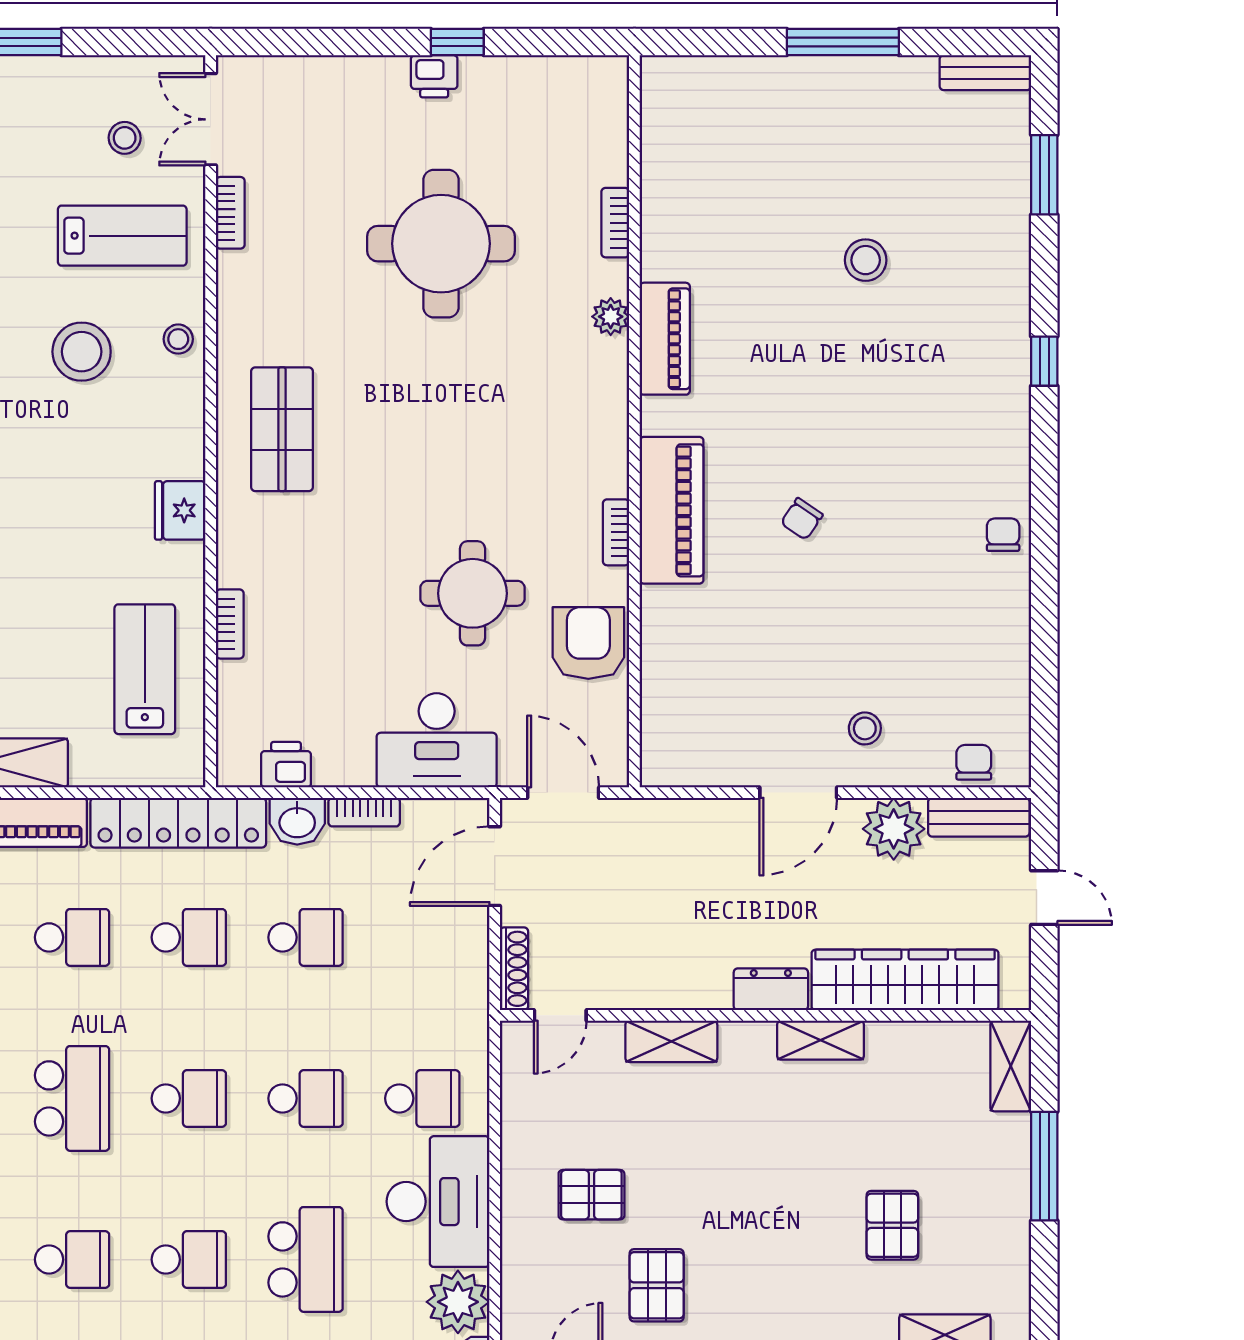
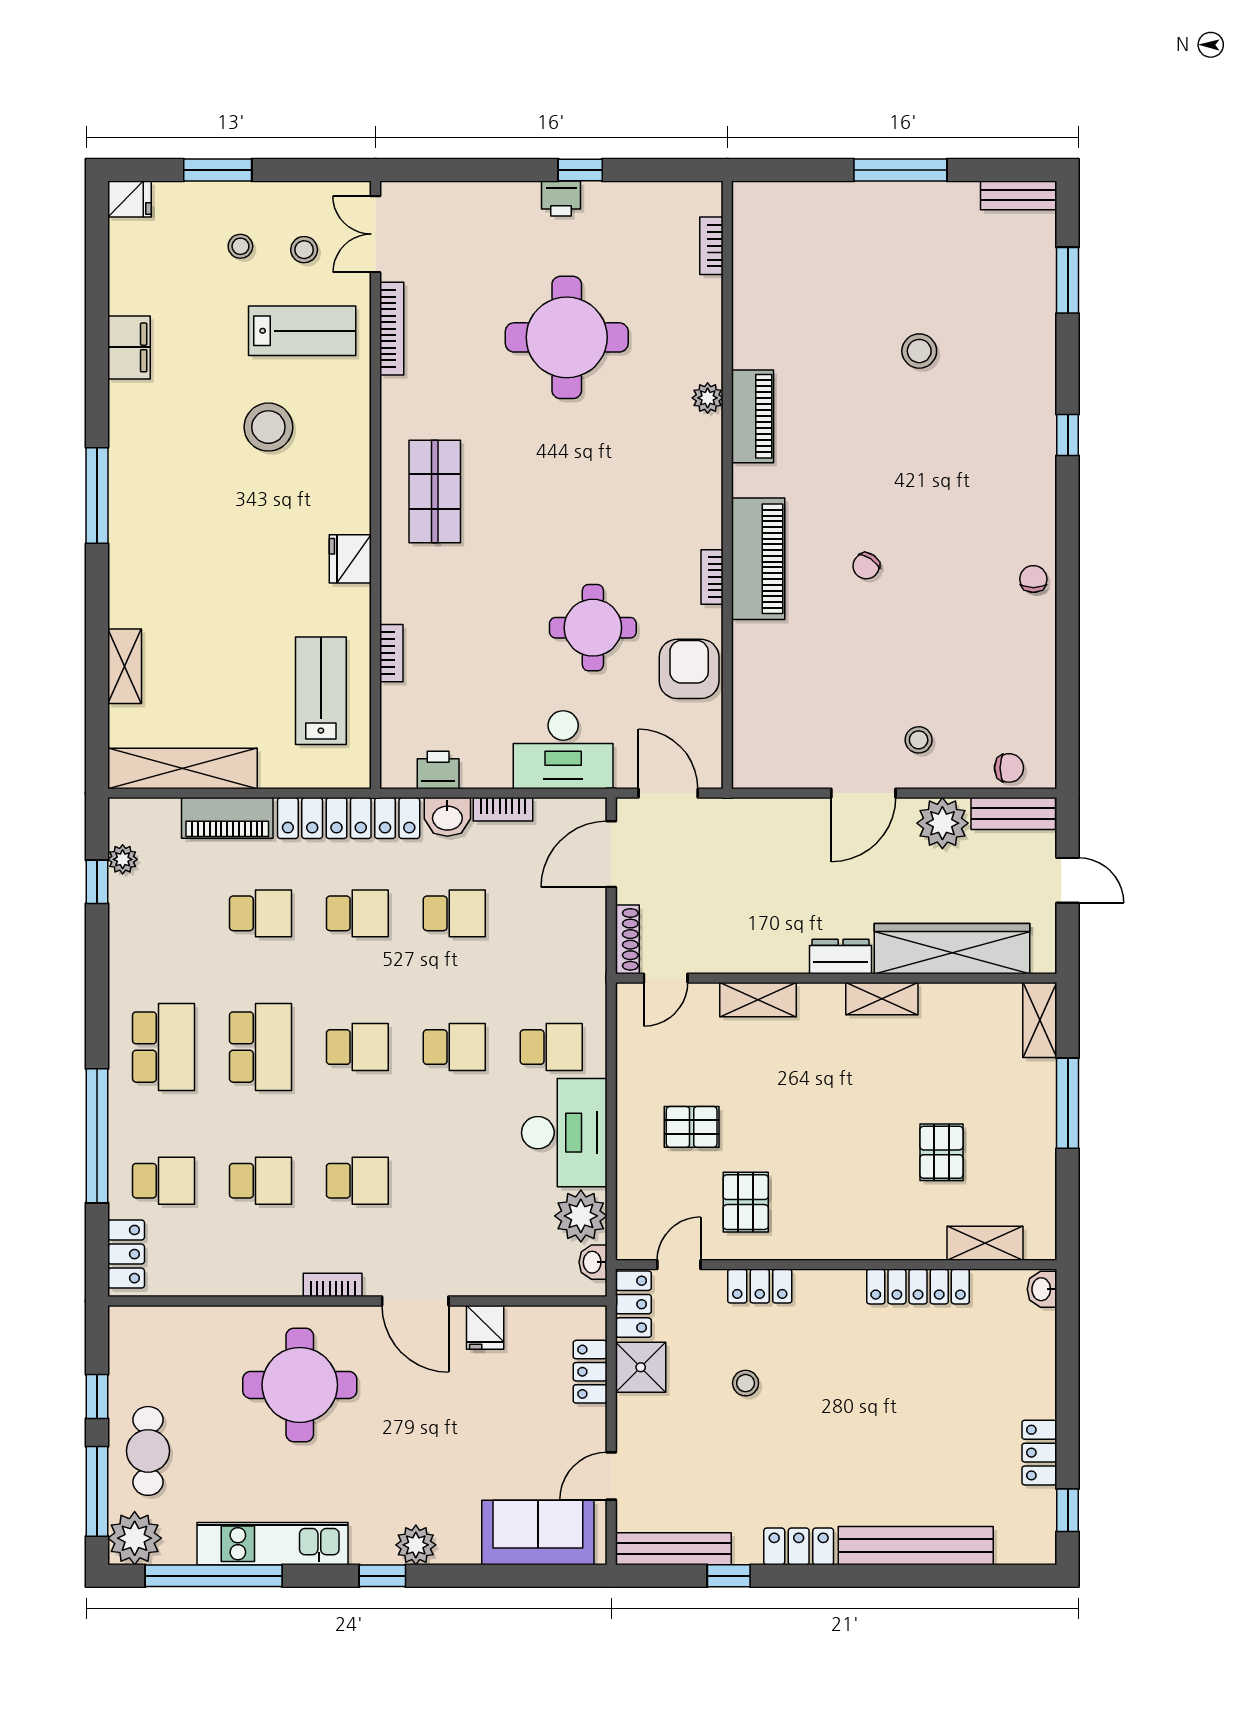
bookcase: (230, 213) -> (392, 329), width x1.56
bookcase: (615, 223) -> (711, 246), moved
stool: (178, 339) -> (240, 246), moved
chair: (974, 762) -> (1009, 768), turned 90
school desk: (306, 1259) -> (454, 1181), removed

